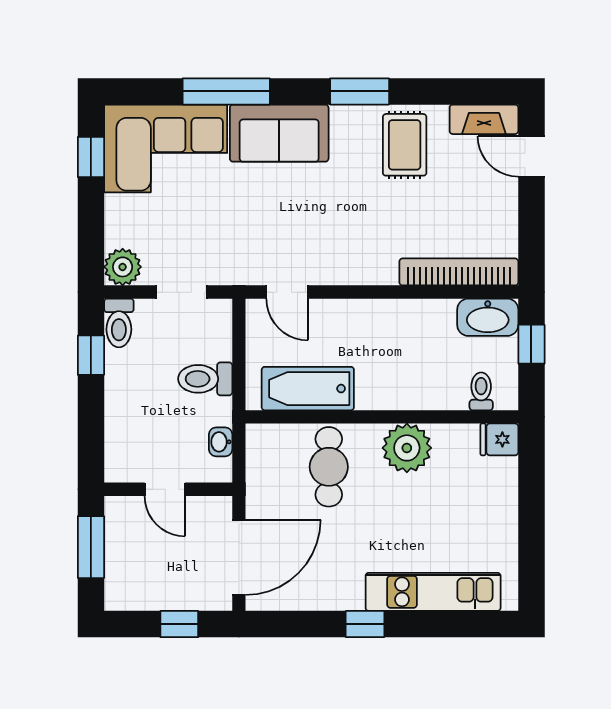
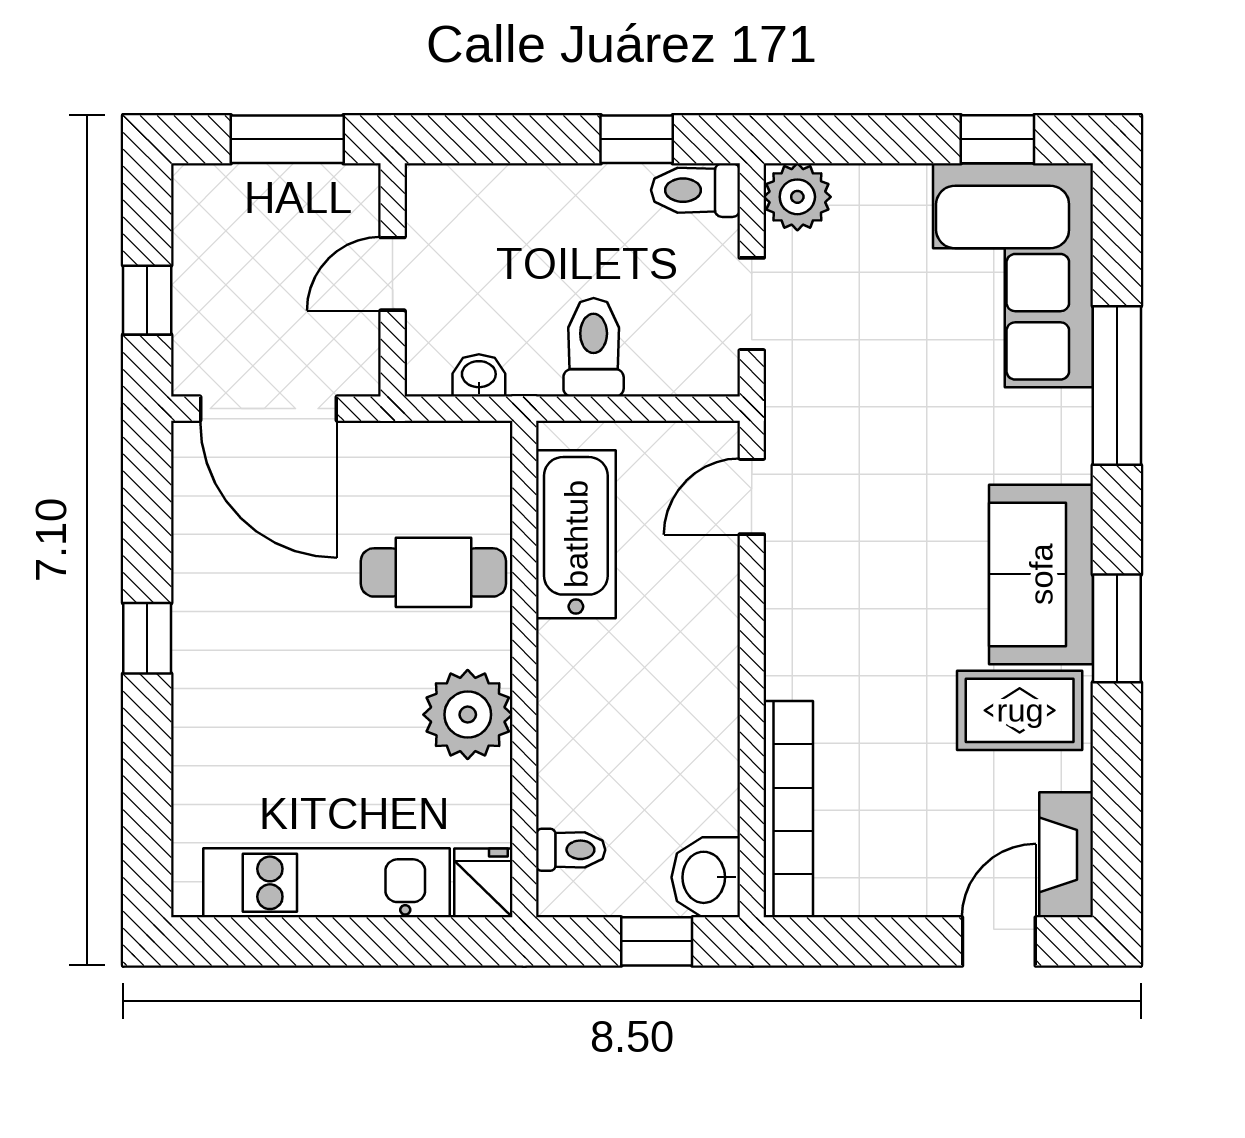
sofa: (279, 133) -> (1041, 574), moved
washbasin: (488, 317) -> (706, 877), width x0.72
kitchen unit: (433, 592) -> (327, 883), moved, turned -90

